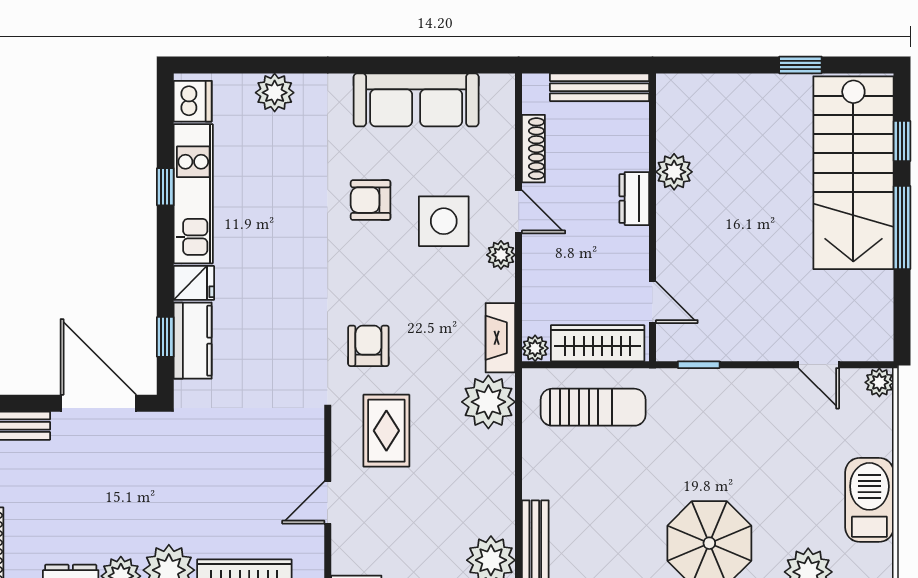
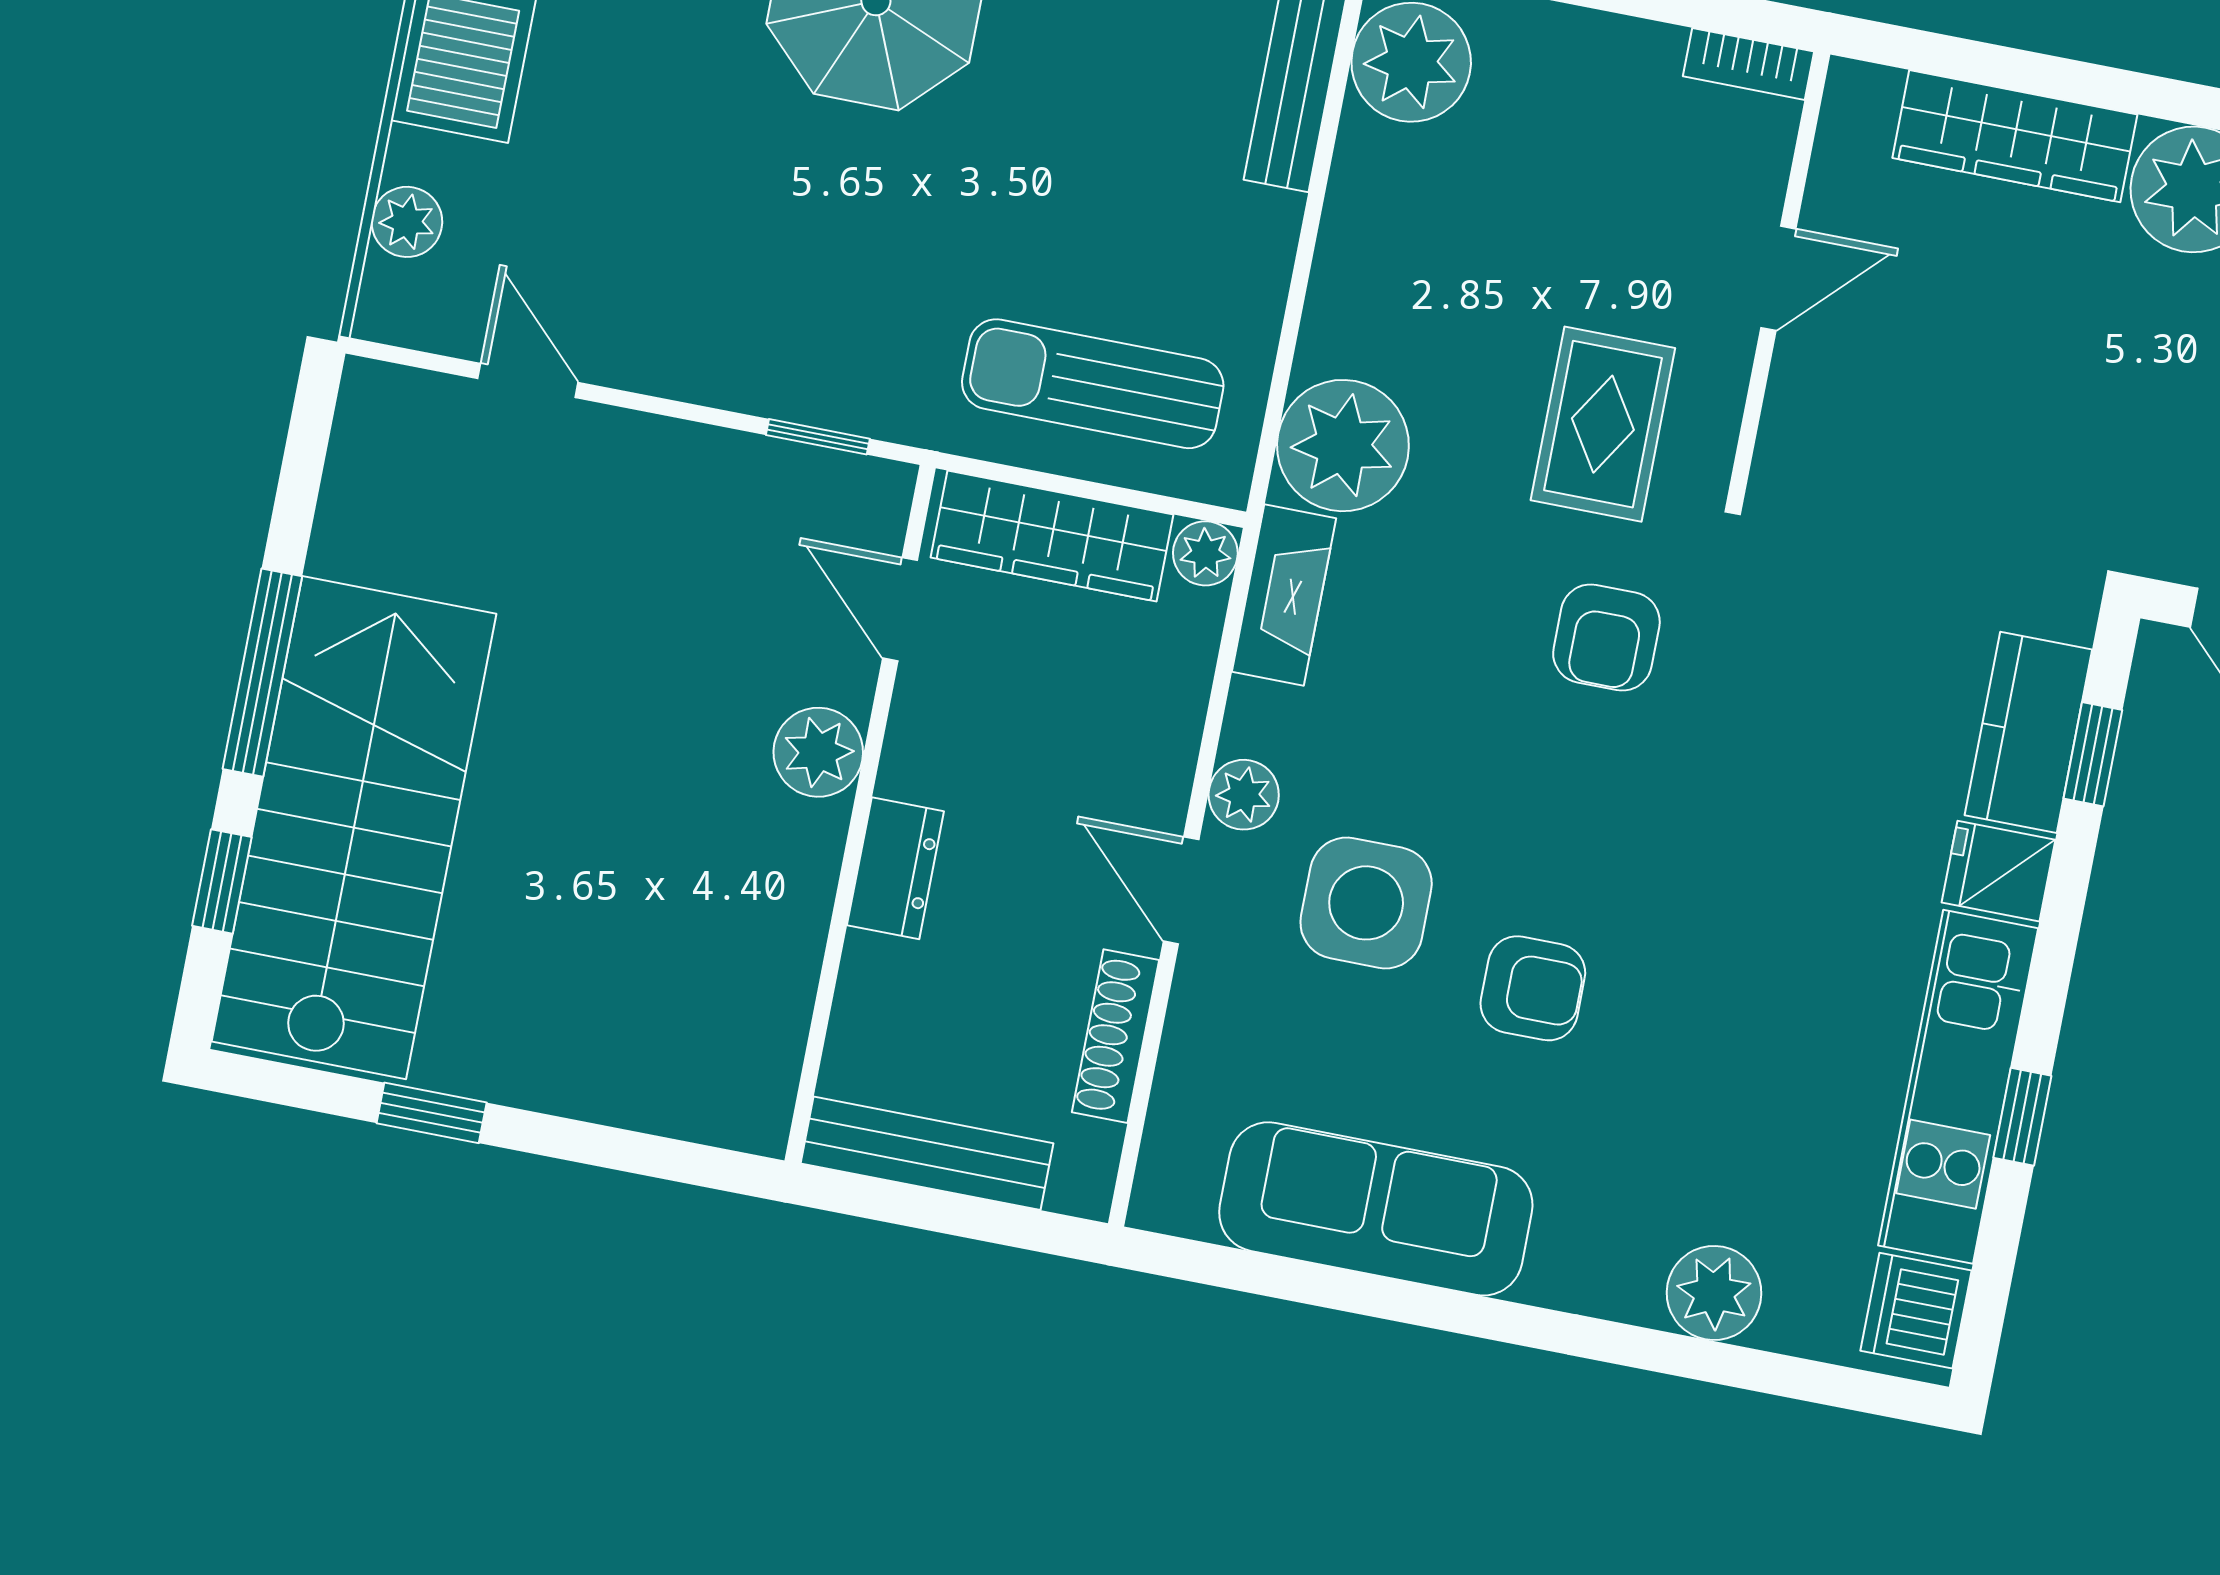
plant: (674, 172) -> (818, 752), moved
plant: (879, 382) -> (407, 222), moved

